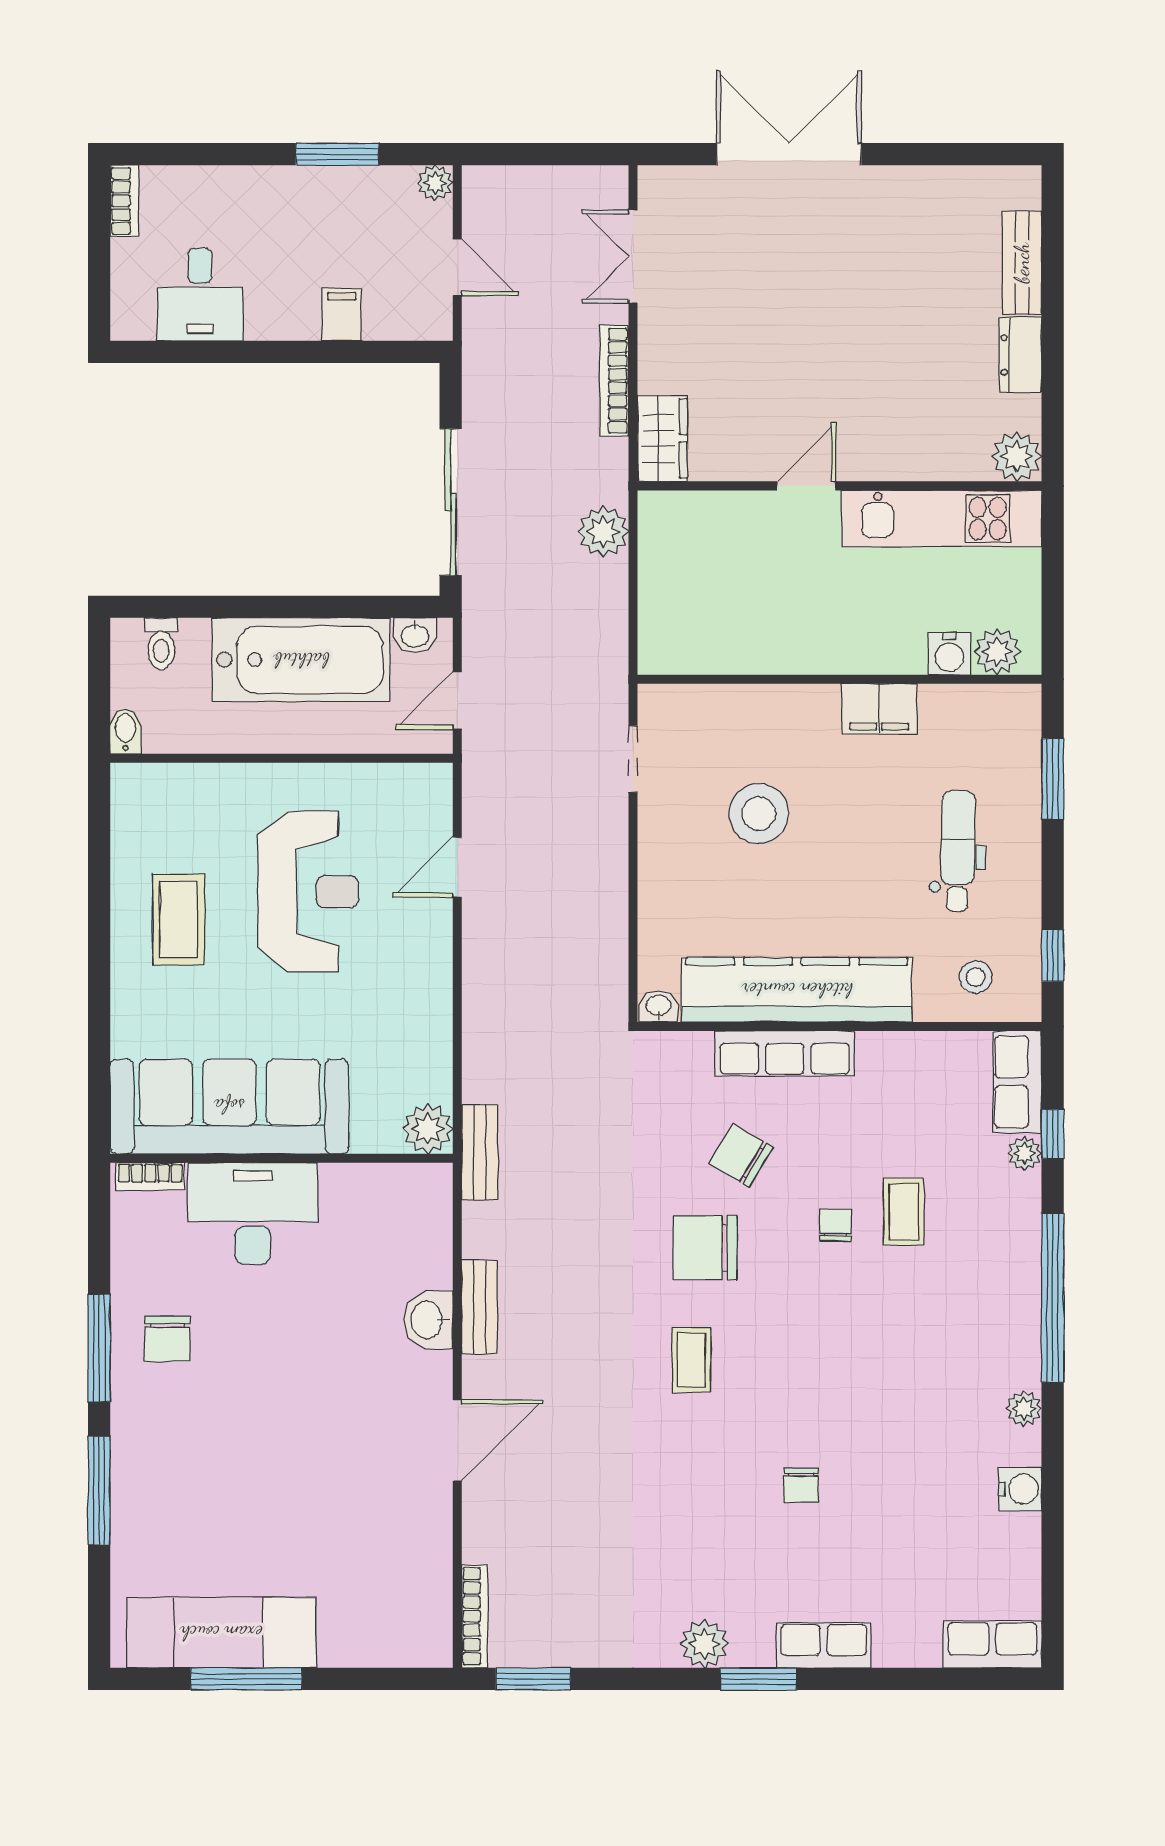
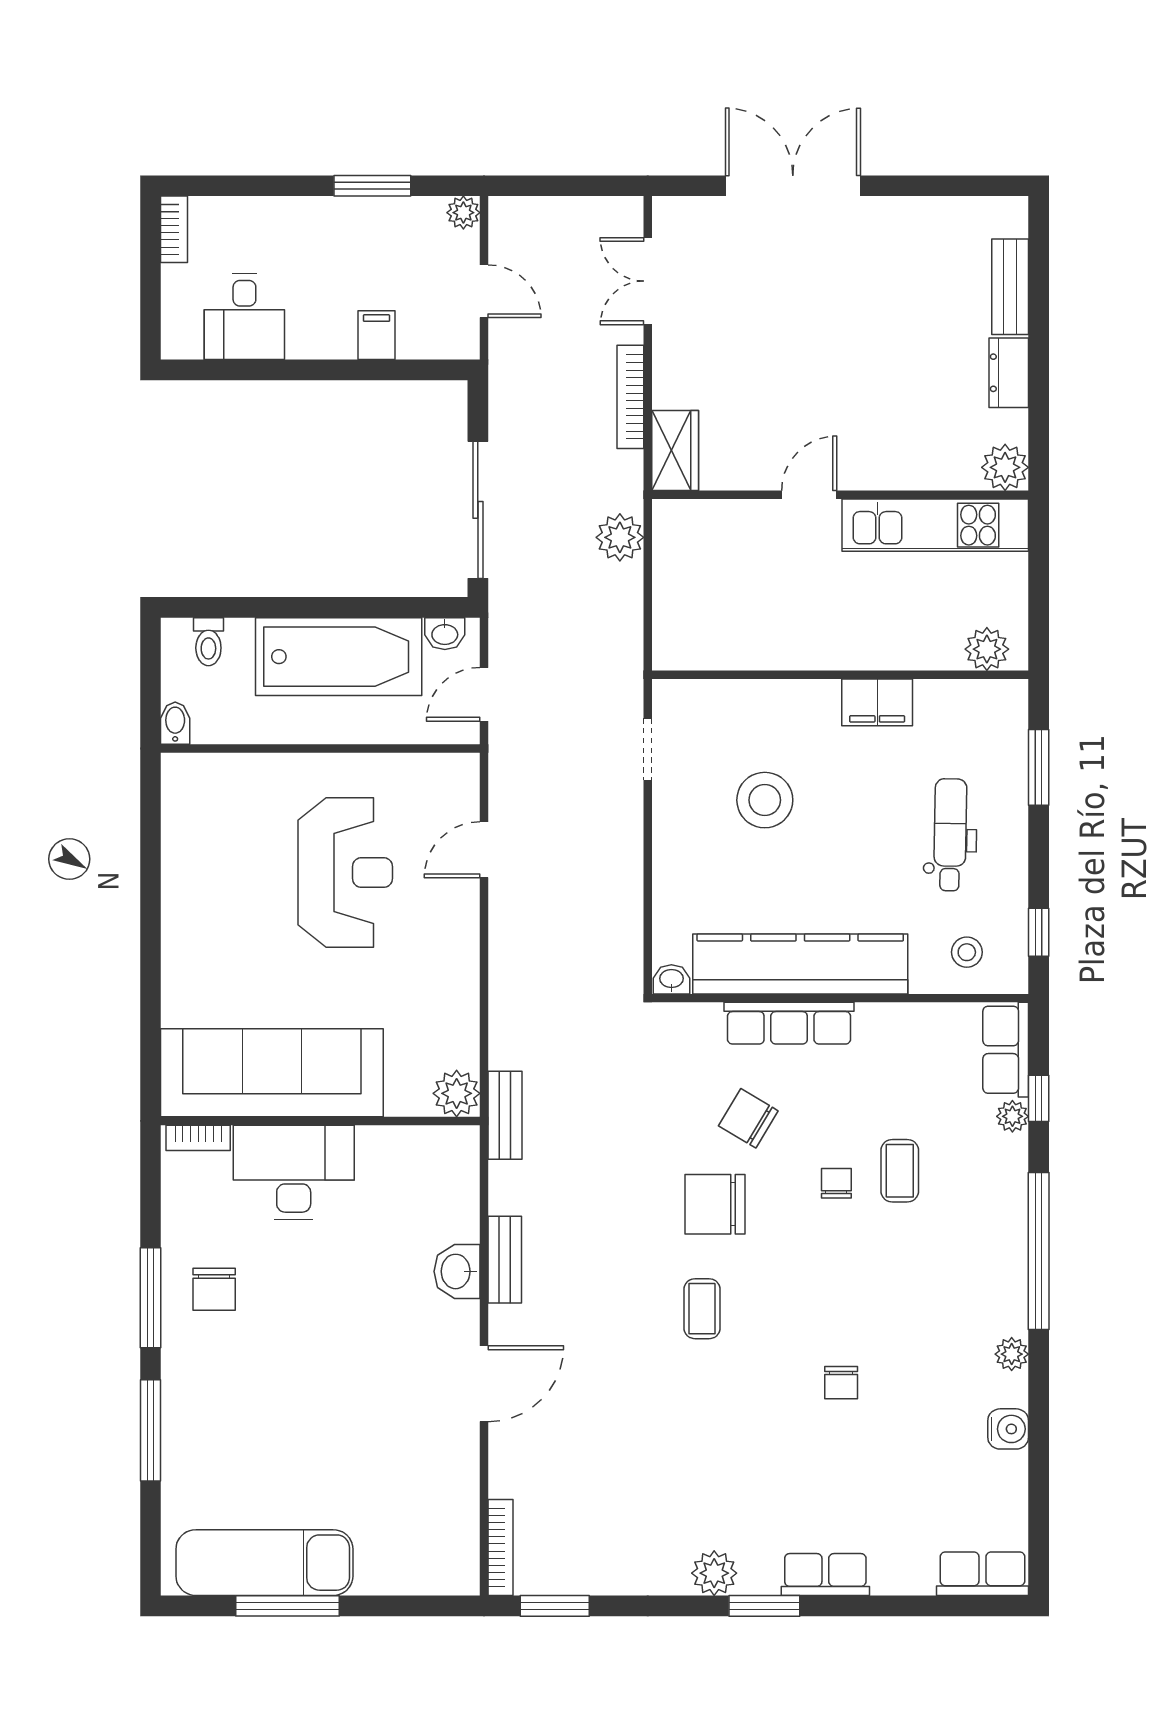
water cooler: (949, 654) -> (942, 651), removed
coffee table: (179, 919) -> (225, 899), removed
chair: (801, 1485) -> (841, 1383), moved

